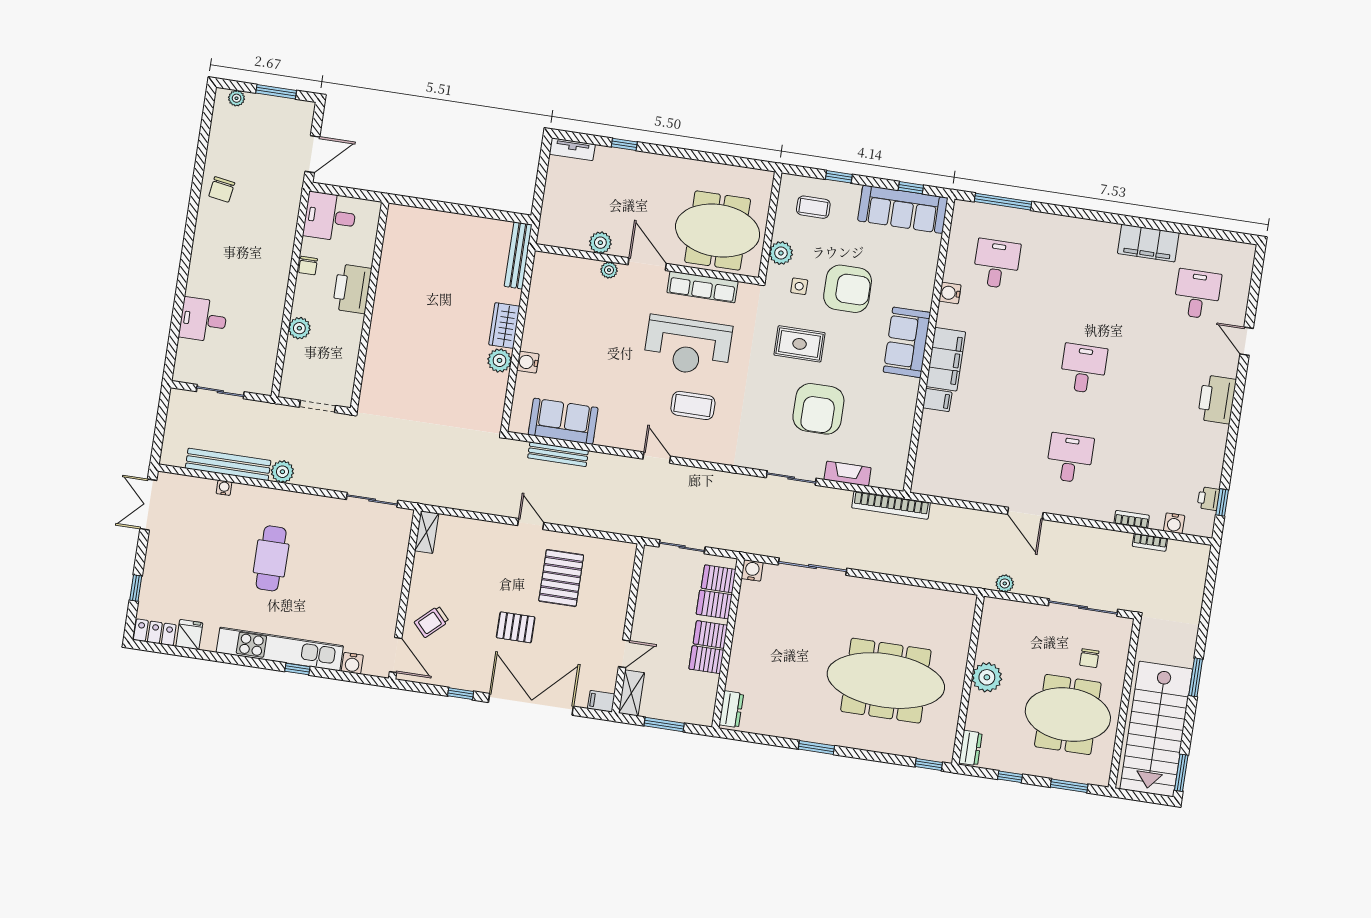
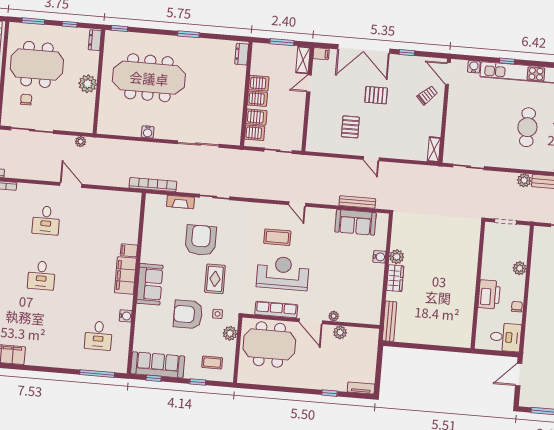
rug: (800, 344) -> (215, 279), turned 90
water cooler: (752, 570) -> (148, 132), moved
pallet: (561, 578) -> (350, 127), width x0.67, depth x0.71

